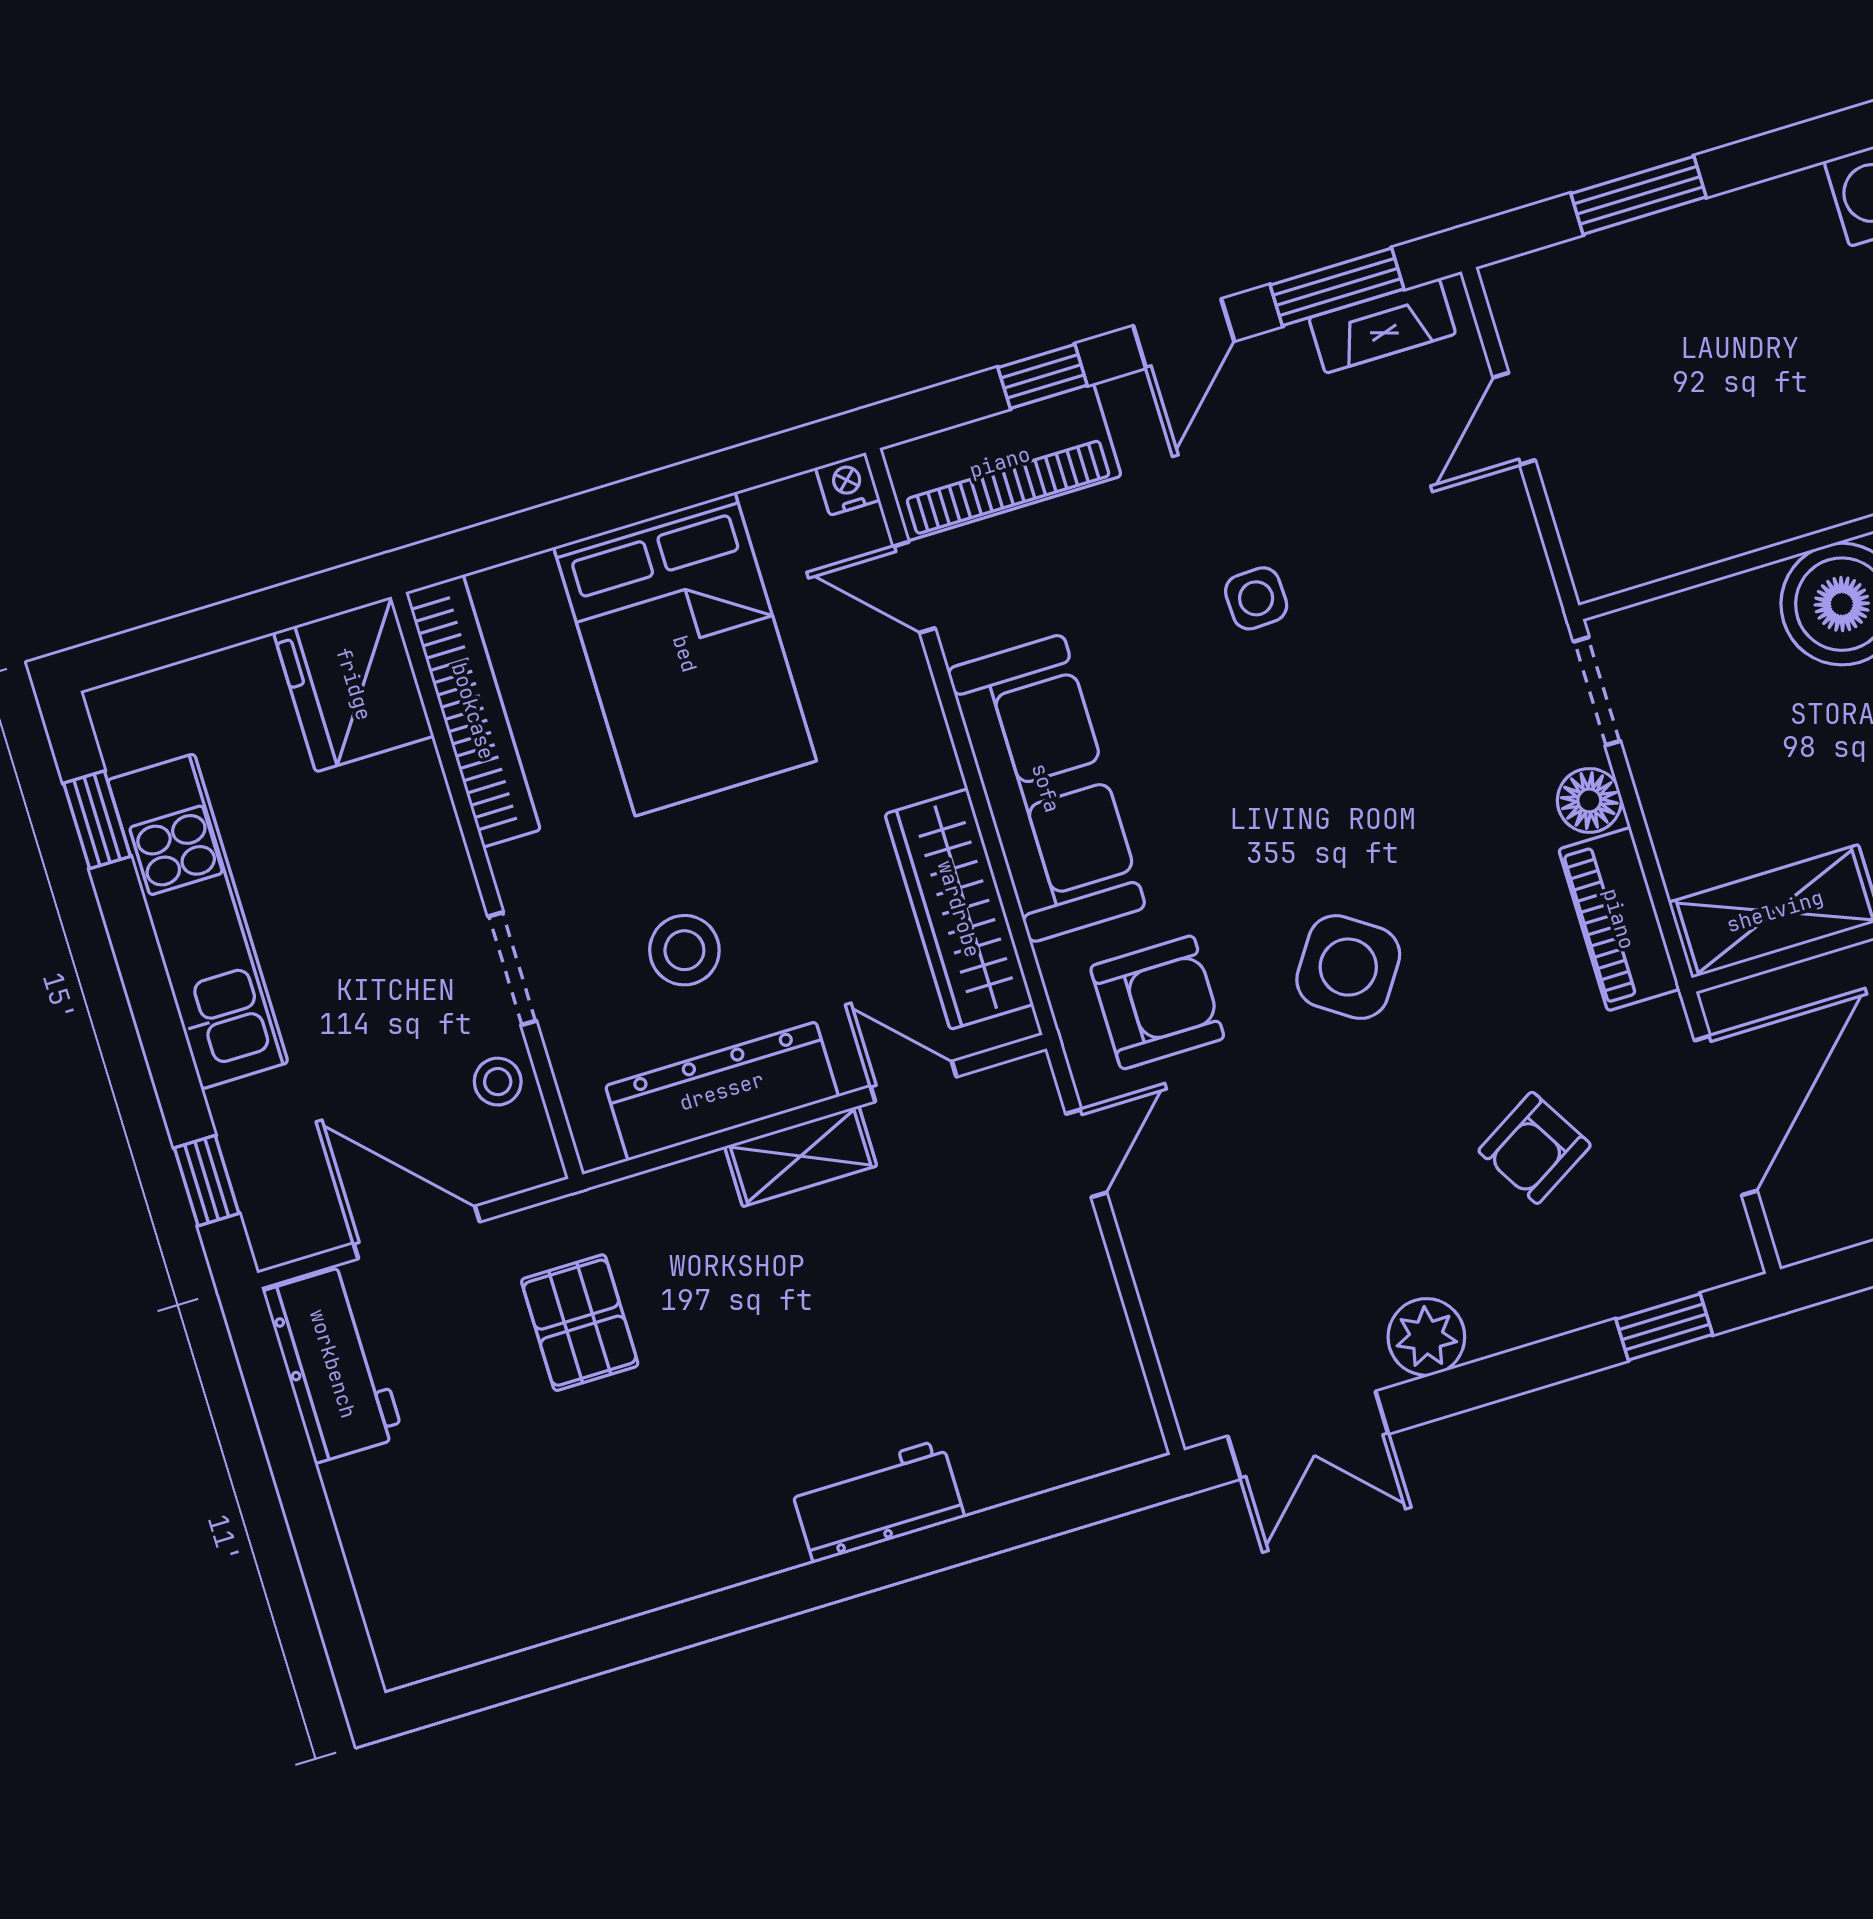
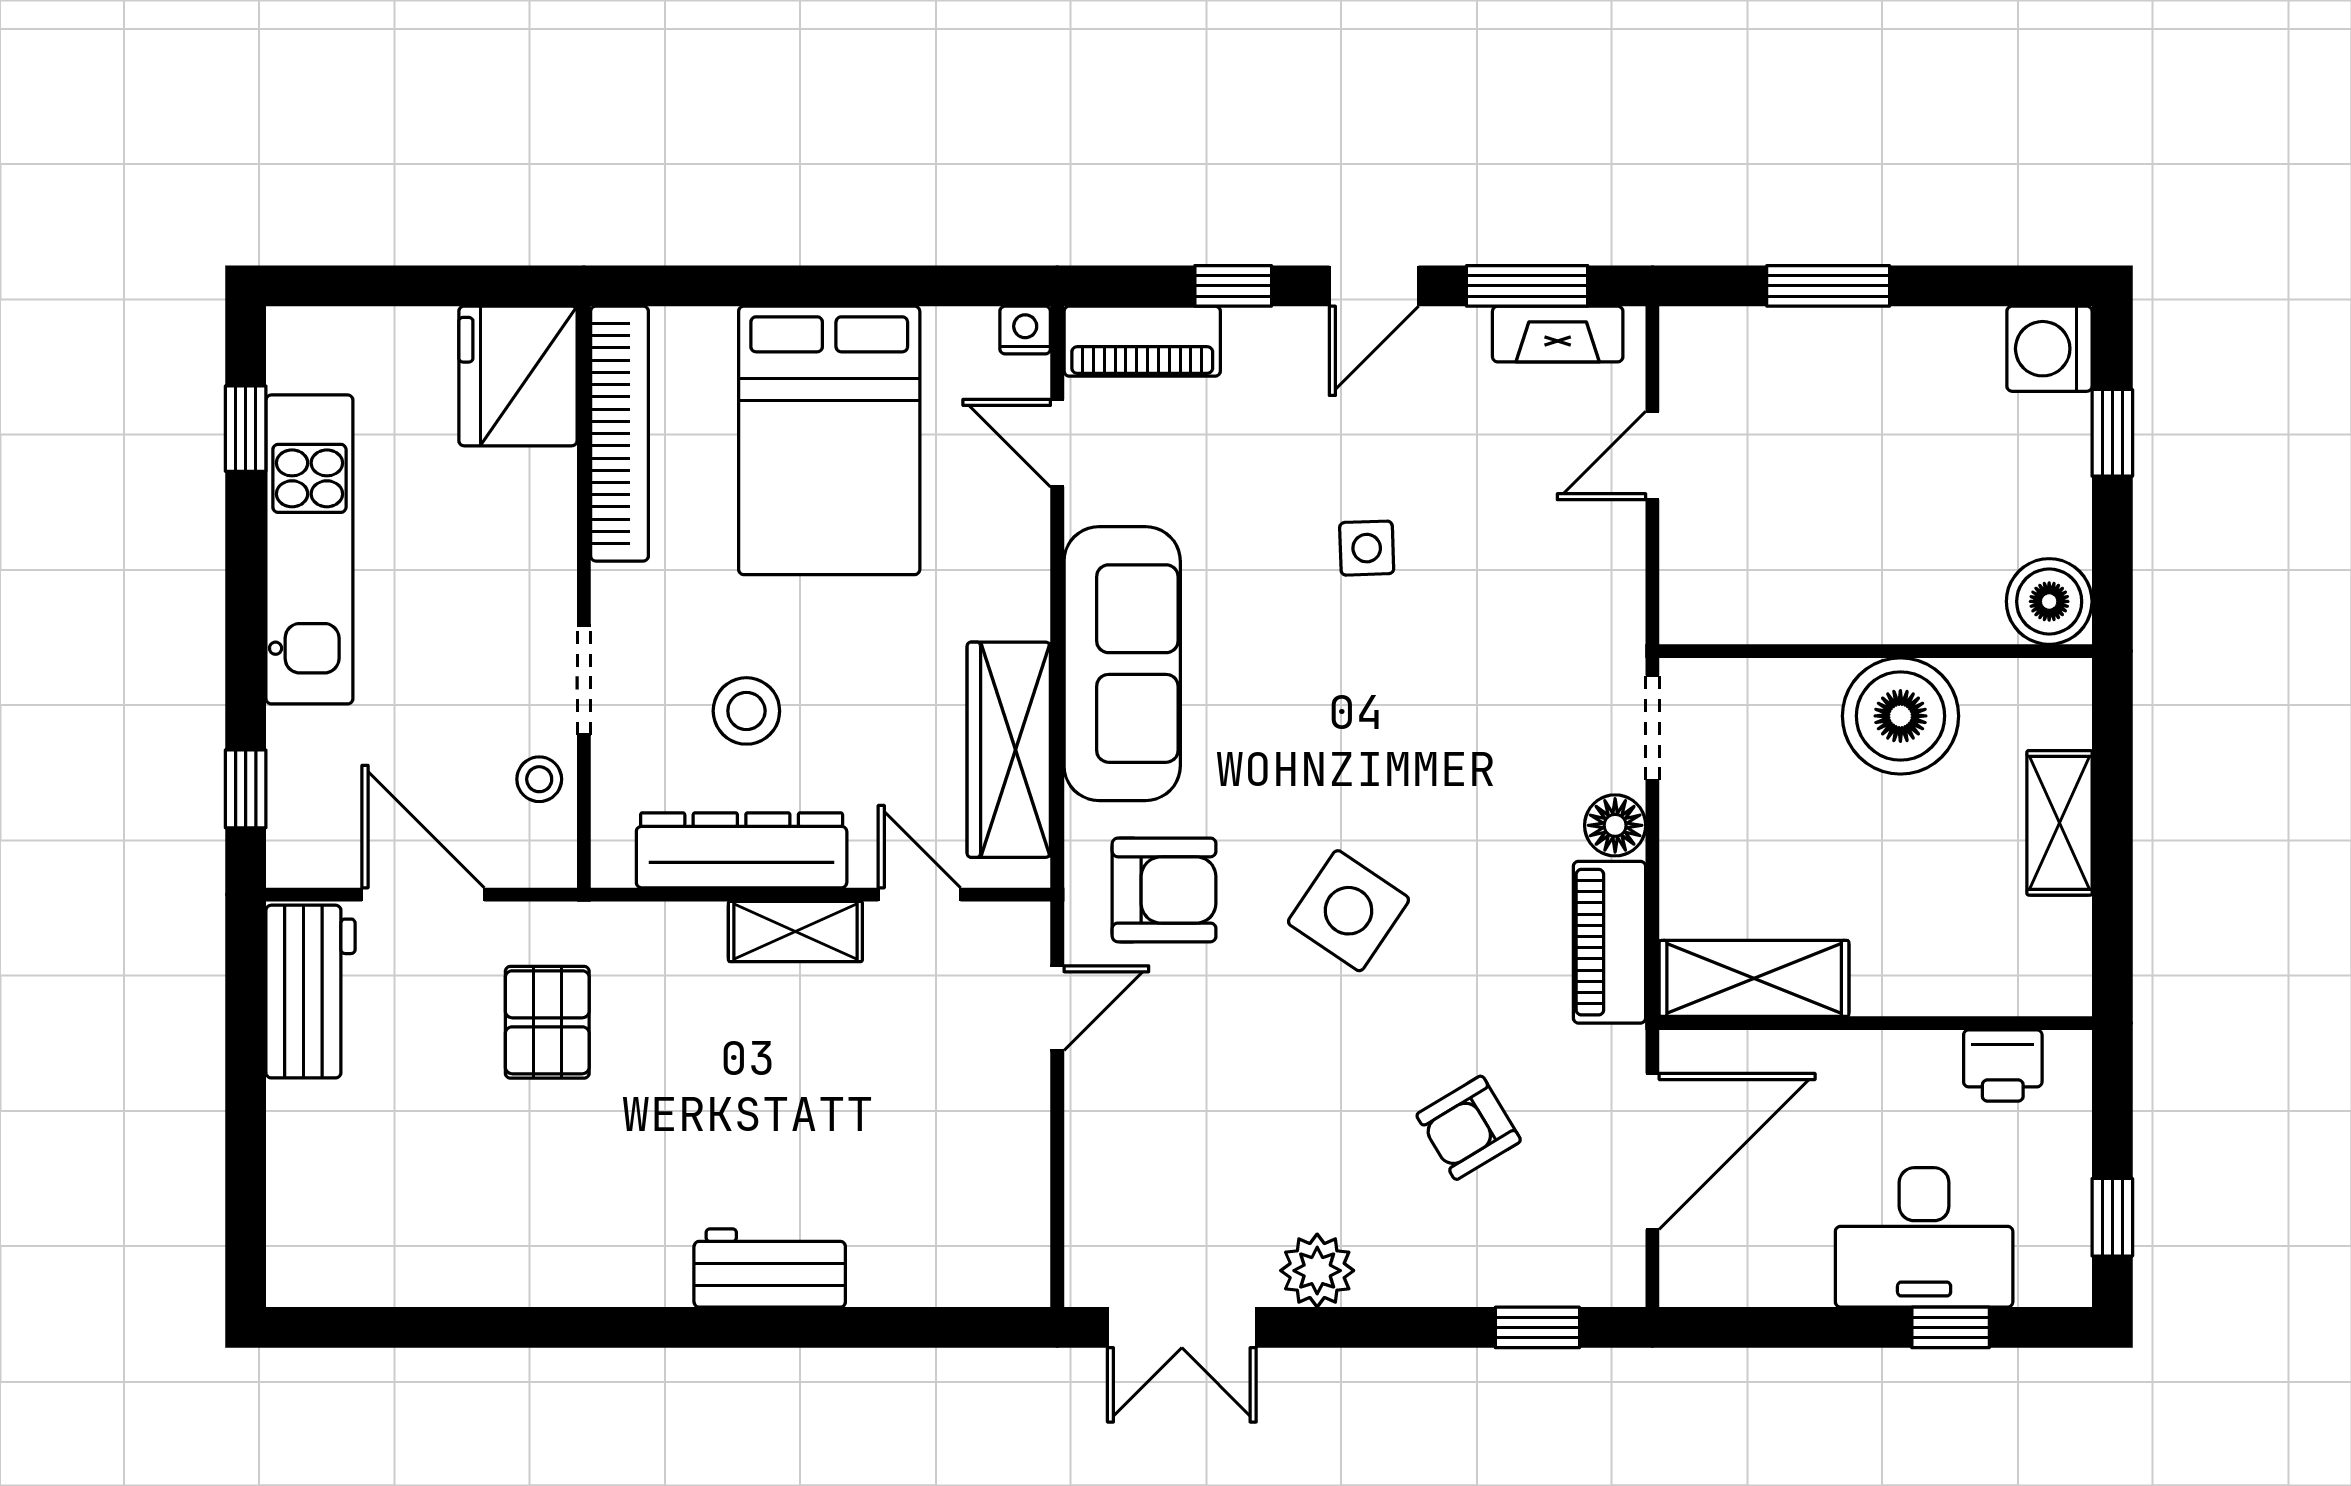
piano: (1000, 462) -> (1142, 341), width x0.73, depth x0.75

